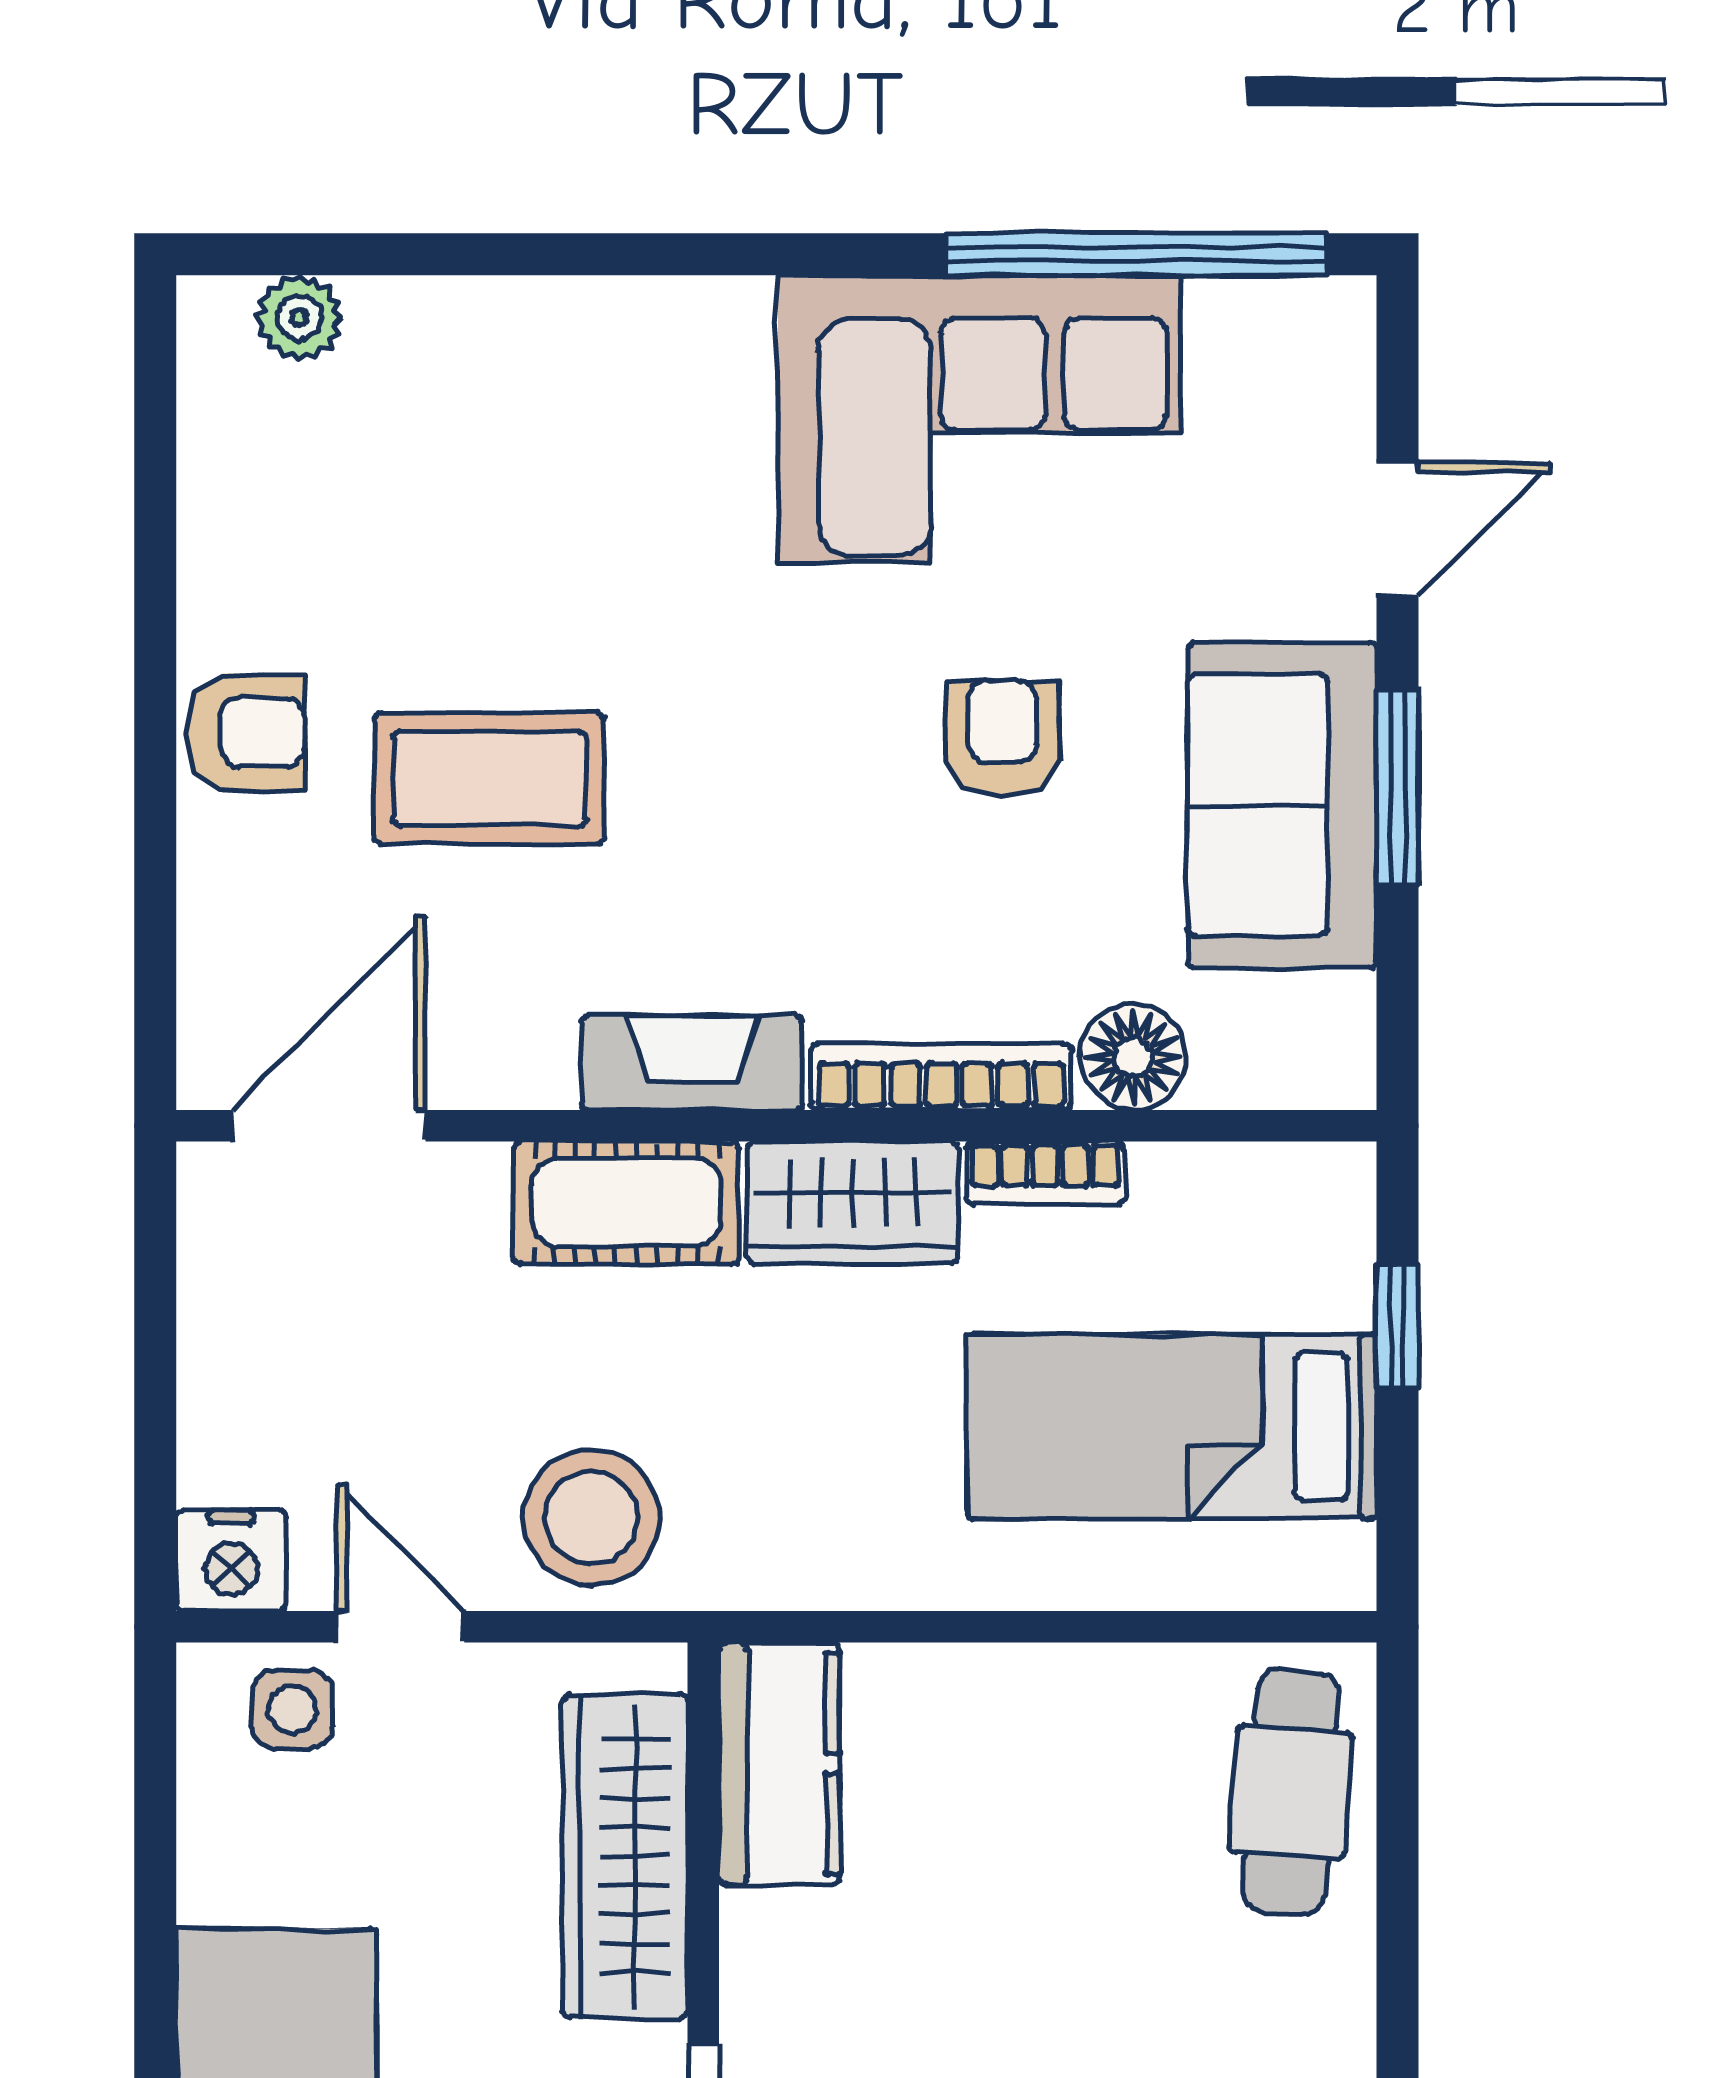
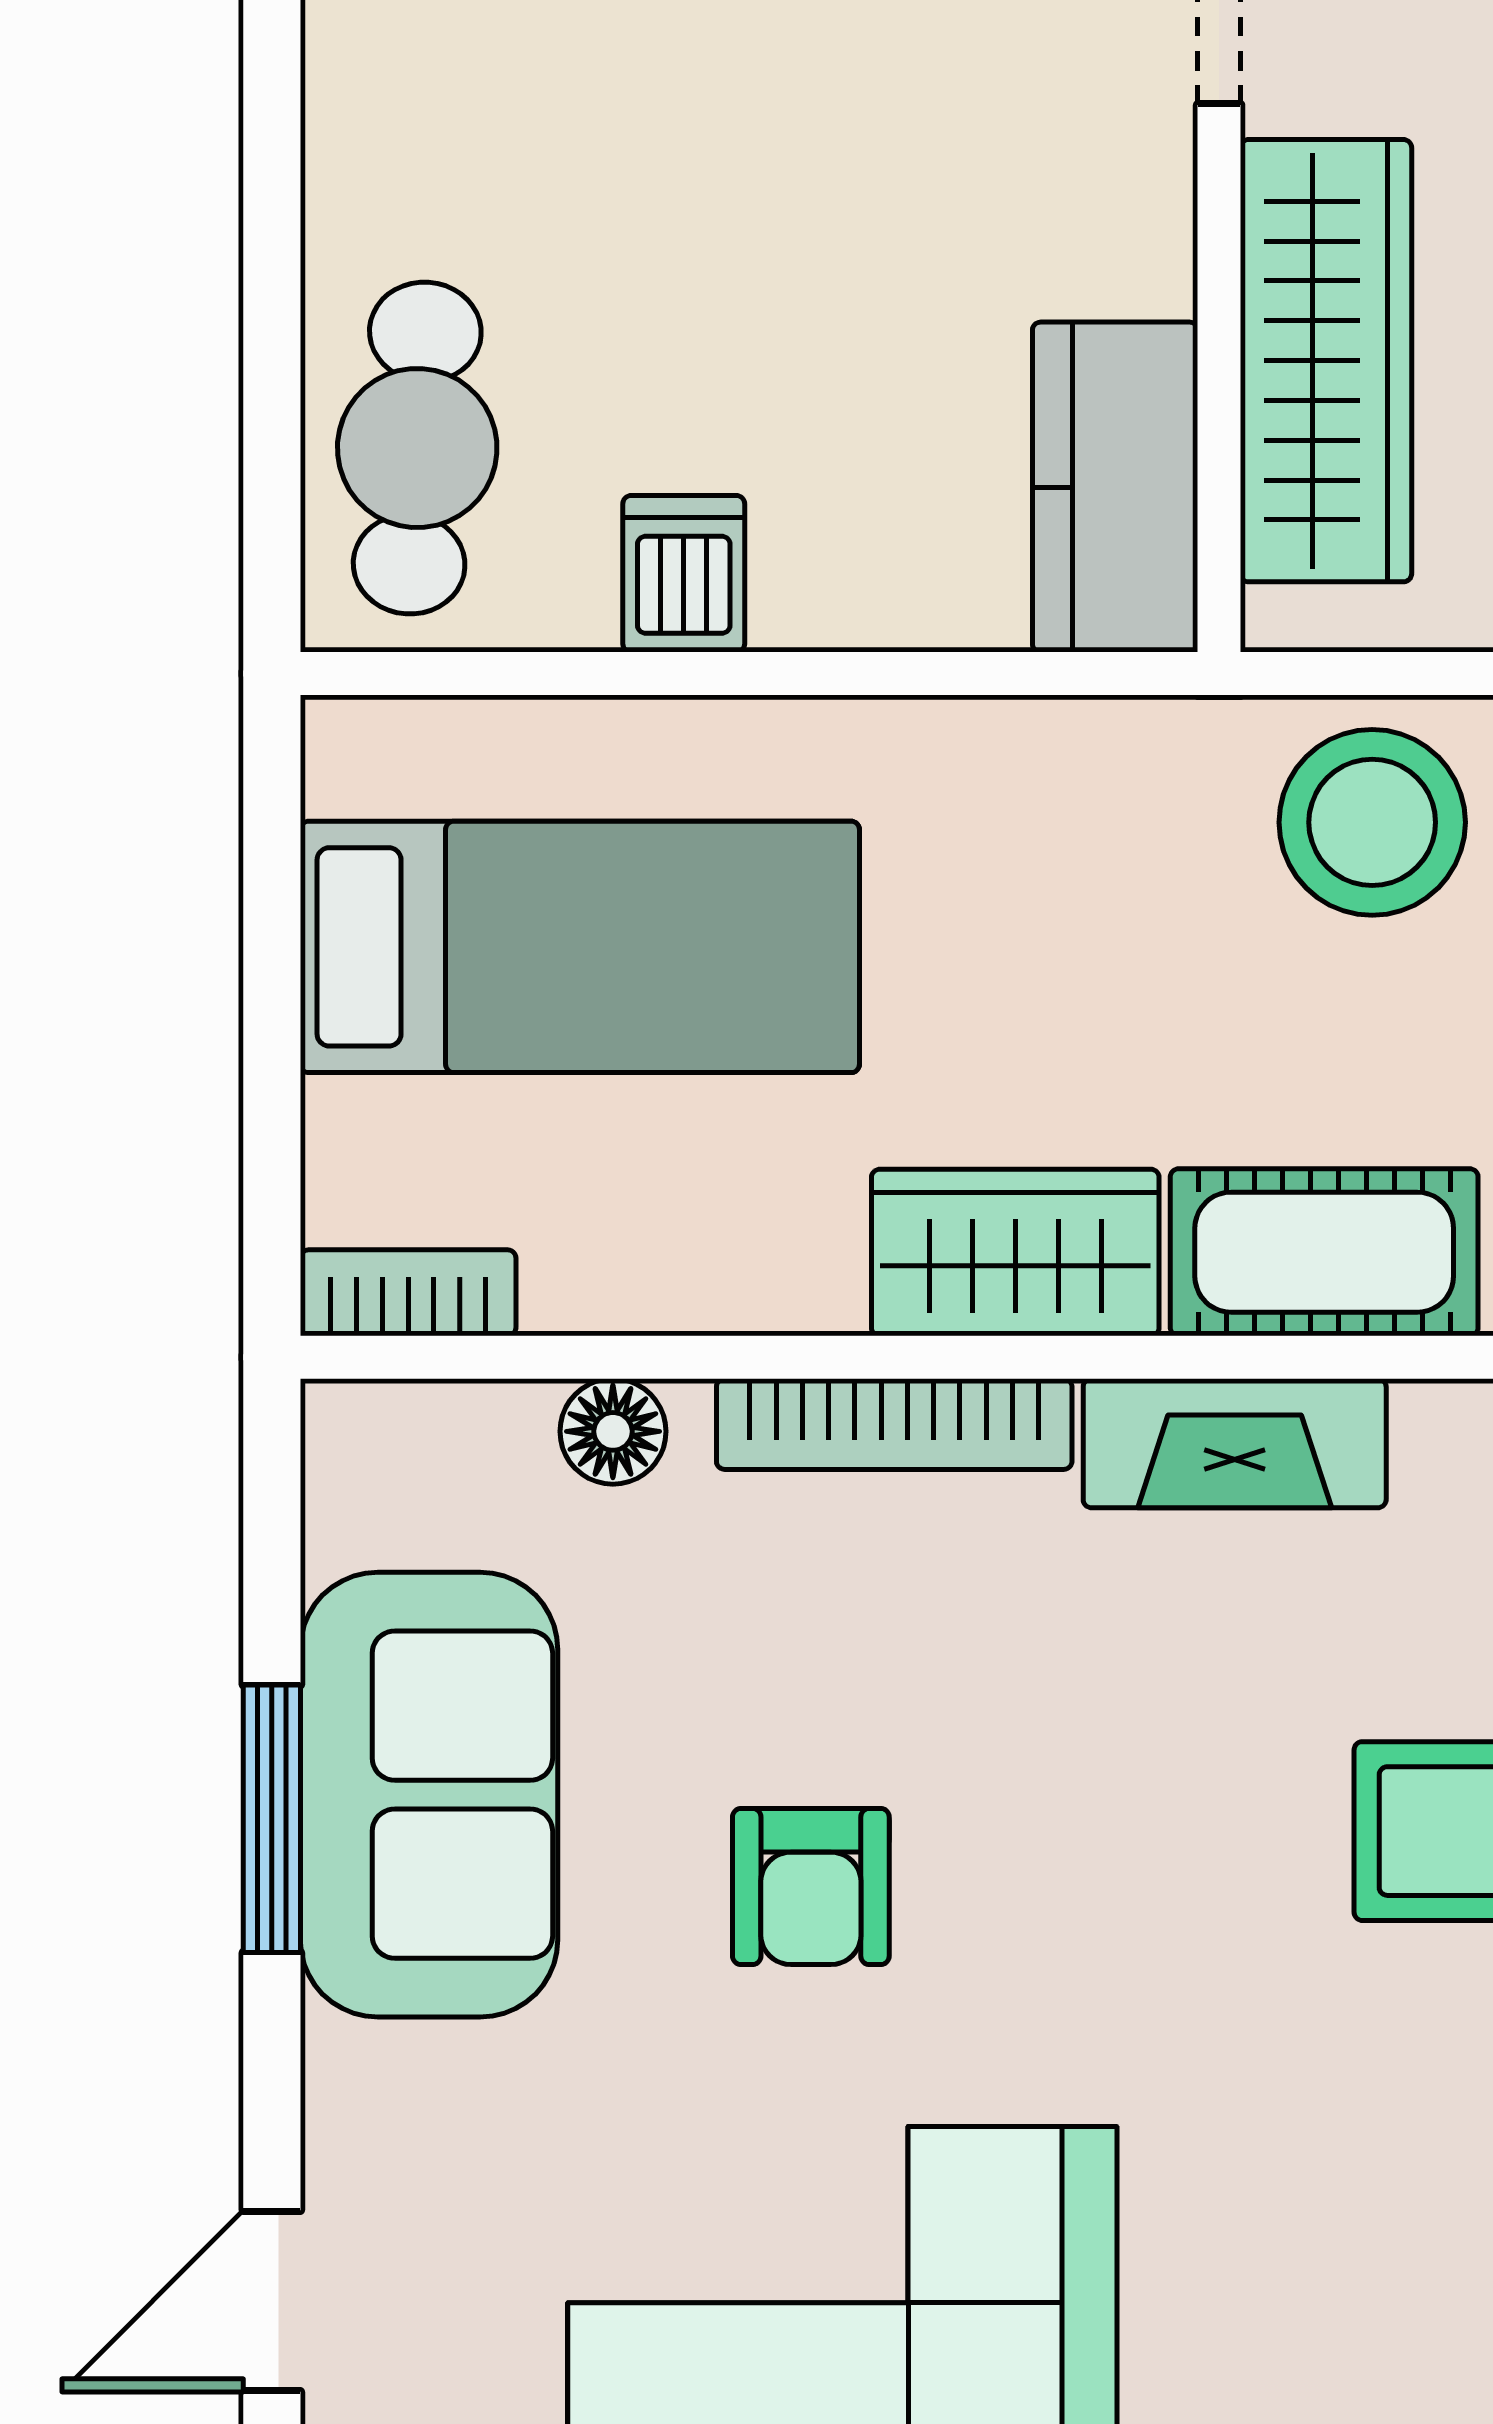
door: (1398, 529) -> (272, 2301), moved
floor lamp: (1133, 1057) -> (613, 1431), width x0.73, depth x0.73
bookcase: (1045, 1173) -> (408, 1293), moved
window: (1398, 1326) -> (272, 1084), removed
dishwasher: (1096, 1700) -> (684, 574), added

